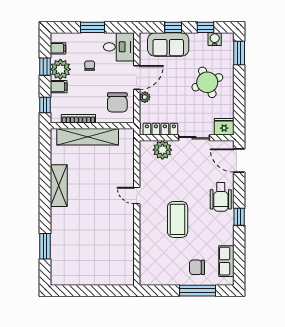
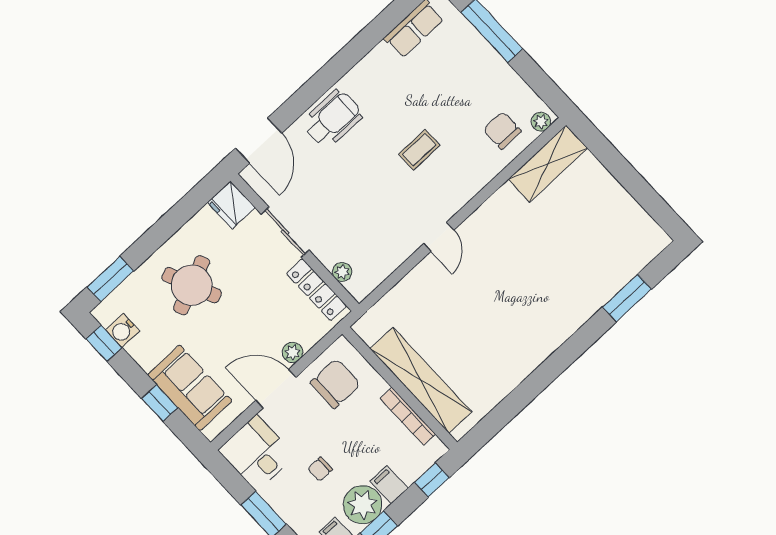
window: (206, 27) -> (104, 343), moved
plant: (162, 150) -> (342, 272), width x0.53, depth x0.53
shelving: (59, 186) -> (548, 164), moved
window: (239, 217) -> (336, 68), removed
coffee table: (178, 219) -> (419, 150), width x0.54, depth x0.58
chair: (197, 267) -> (502, 130), moved, turned 180
plant: (144, 277) -> (541, 122), added

